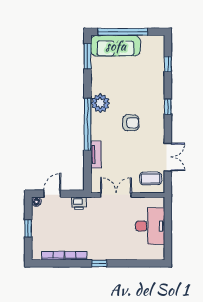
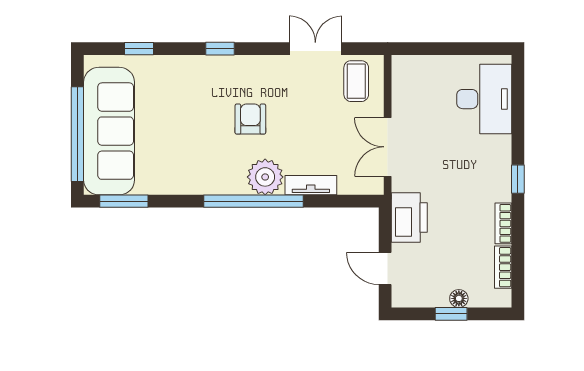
sofa: (116, 46) -> (109, 131), width x1.36, depth x1.27
plant: (100, 103) -> (265, 177), moved
floor lamp: (36, 202) -> (459, 298), moved
printer: (79, 203) -> (409, 218), width x1.87, depth x1.48
desk: (150, 226) -> (484, 99), moved, turned 90

